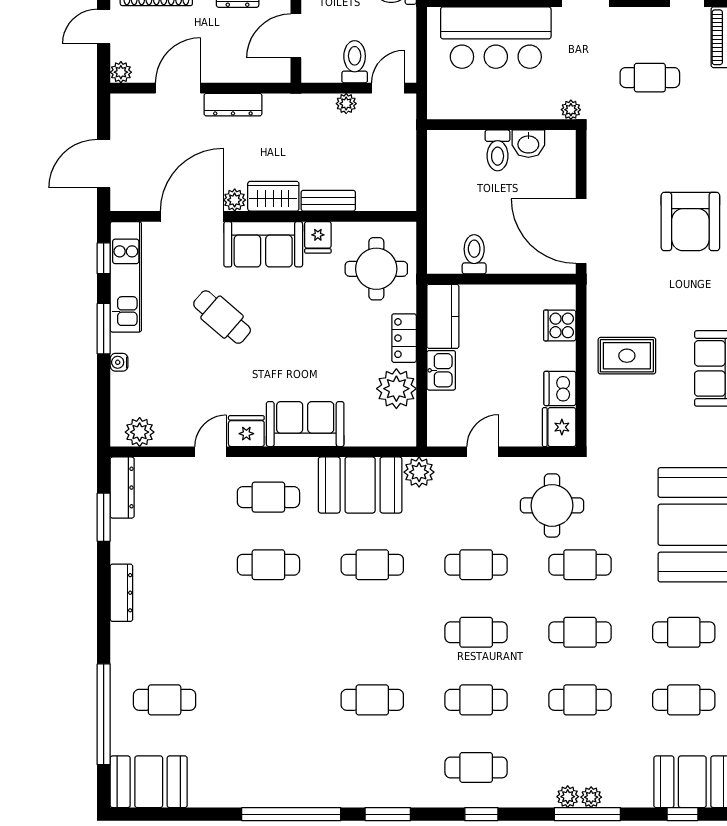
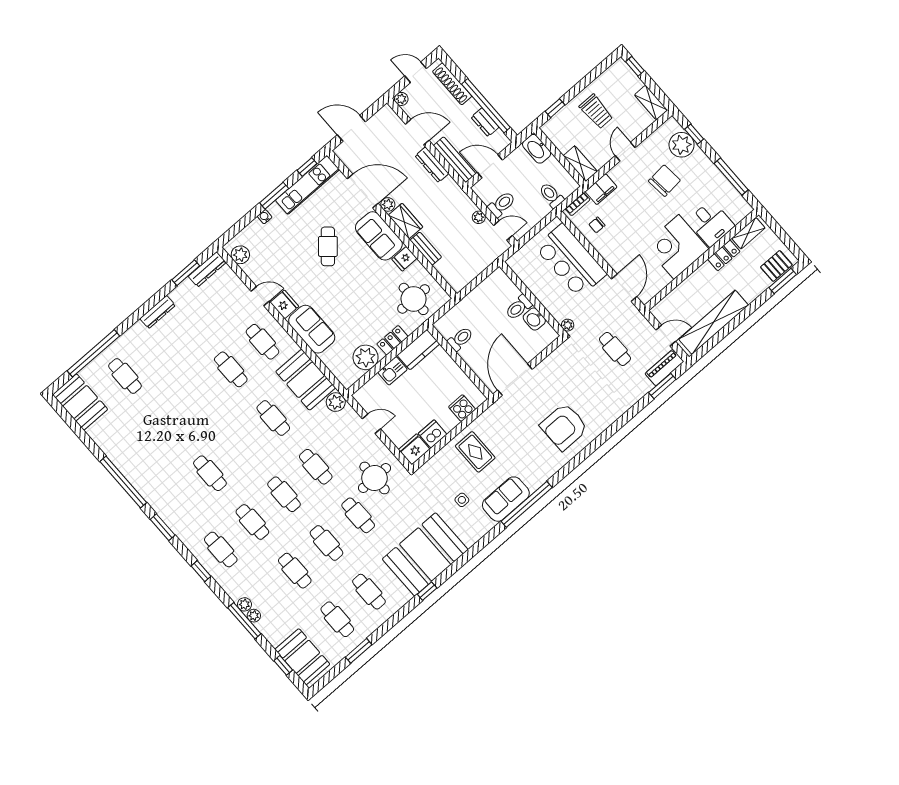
bench: (251, 72) -> (455, 160), added
side table: (671, 423) -> (462, 500), added

